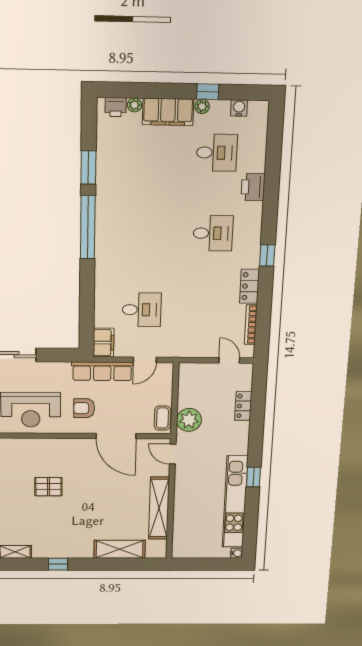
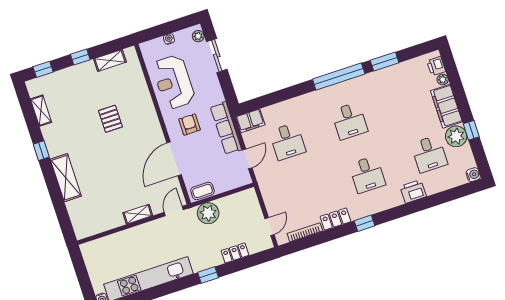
plant: (202, 106) -> (456, 136), width x1.87, depth x1.87
water cooler: (239, 108) -> (473, 175), moved
desk: (144, 232) -> (349, 121), added
door: (145, 360) -> (247, 159), swing flipped
window: (253, 477) -> (208, 275), moved
shelving: (159, 508) -> (138, 214), width x0.45, depth x0.75
shelving: (120, 549) -> (66, 178), moved

